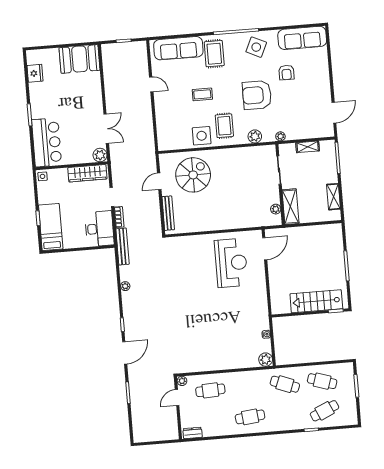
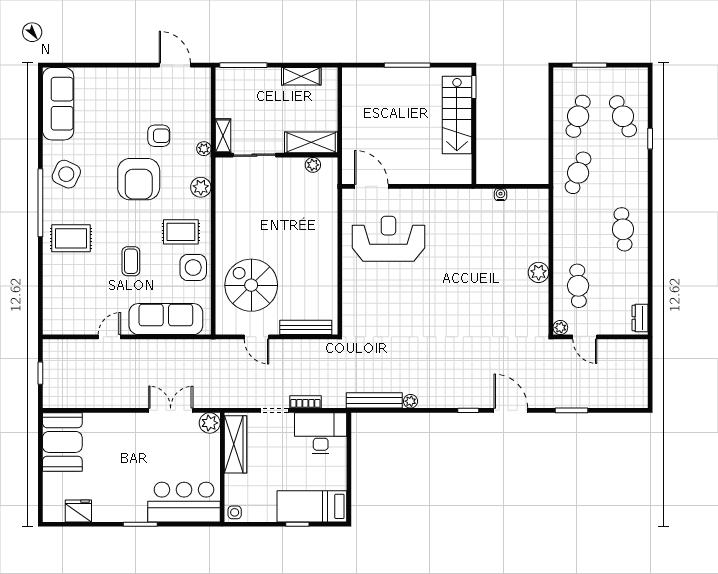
sofa: (178, 48) -> (166, 319), moved, turned -90
armchair: (286, 73) -> (159, 136), moved
shelving: (308, 147) -> (223, 136), moved
bench: (123, 246) -> (374, 400), moved
plant: (266, 360) -> (539, 272), moved

